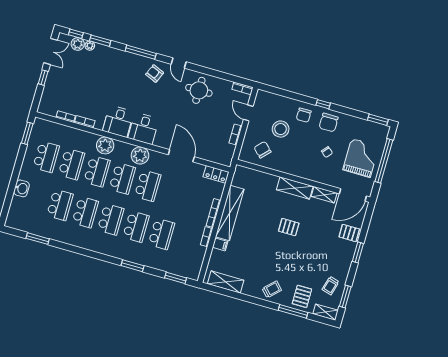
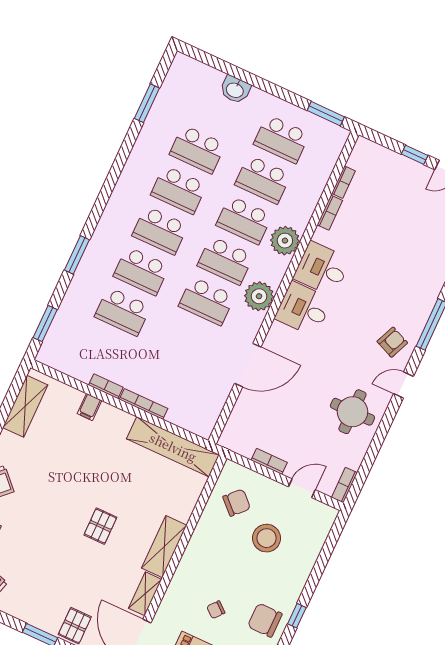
chair: (304, 115) -> (284, 580), removed
locker: (216, 174) -> (208, 418), removed
shelving: (230, 213) -> (173, 447), moved

